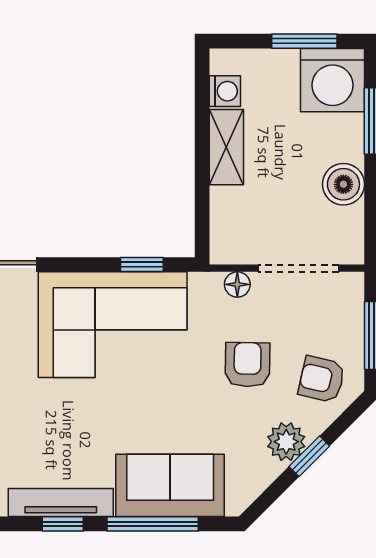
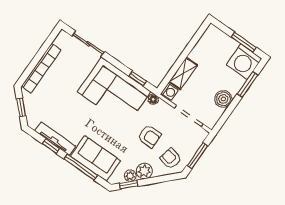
washing machine: (225, 91) -> (170, 92), moved
shelving: (226, 147) -> (183, 73), moved
floor lamp: (237, 284) -> (153, 99), moved
armchair: (248, 365) -> (149, 136), turned 89
window: (309, 456) -> (129, 185), moved
plant: (264, 471) -> (130, 176), added

